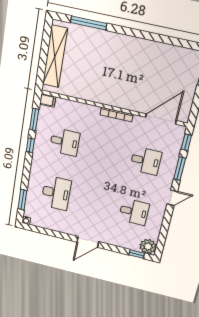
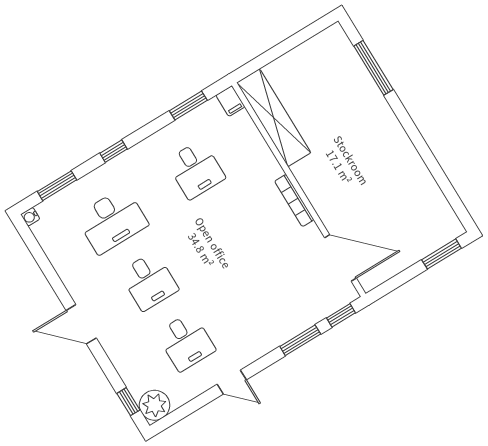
shelving: (55, 57) -> (274, 118), moved, turned 90
window: (30, 145) -> (114, 151), moved
desk: (146, 161) -> (149, 281), moved
door: (172, 198) -> (232, 382), moved

